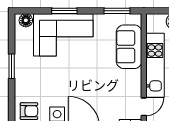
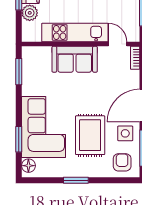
window: (64, 11) -> (19, 139), moved
sofa: (129, 47) -> (75, 59), moved
rug: (55, 80) -> (90, 135), added

